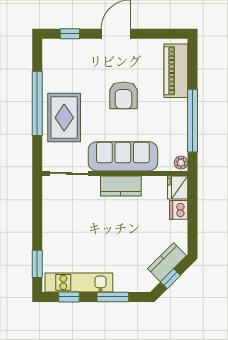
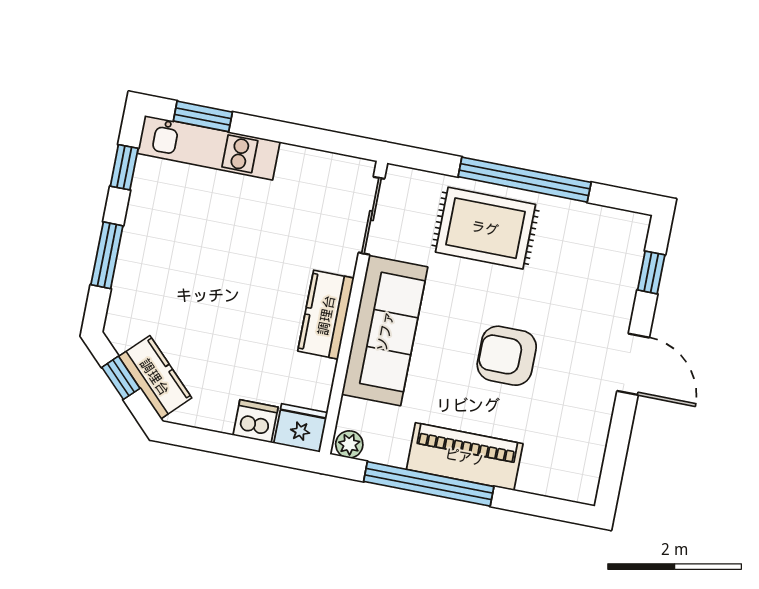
piano: (176, 71) -> (465, 457), moved
kitchen unit: (79, 282) -> (209, 148), moved, turned 90

